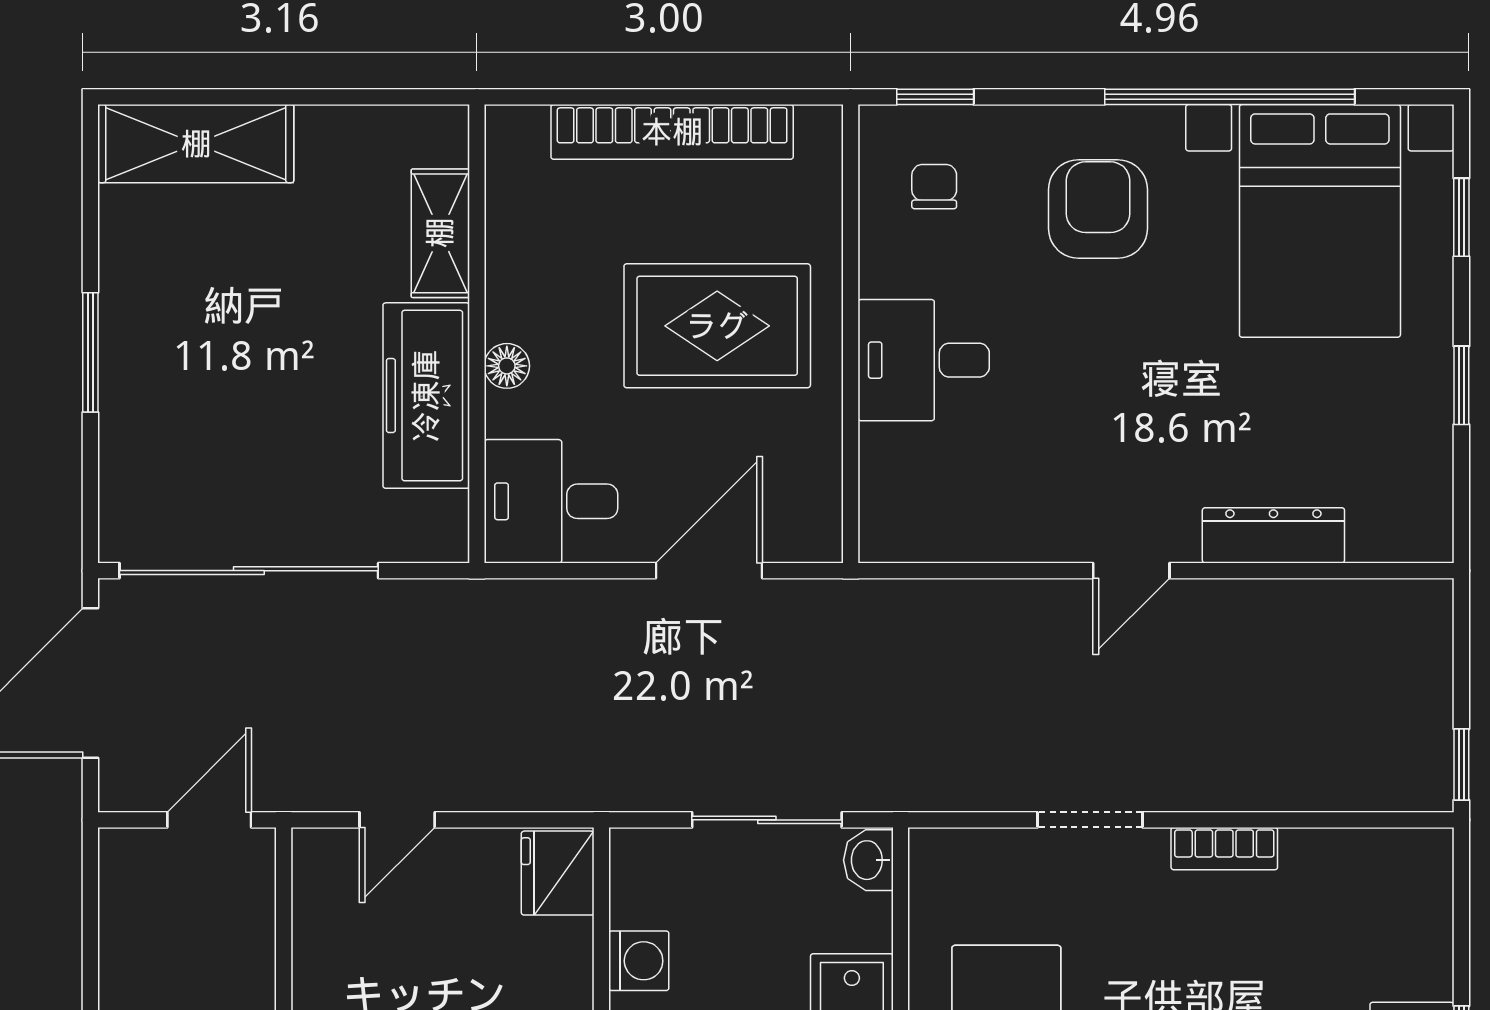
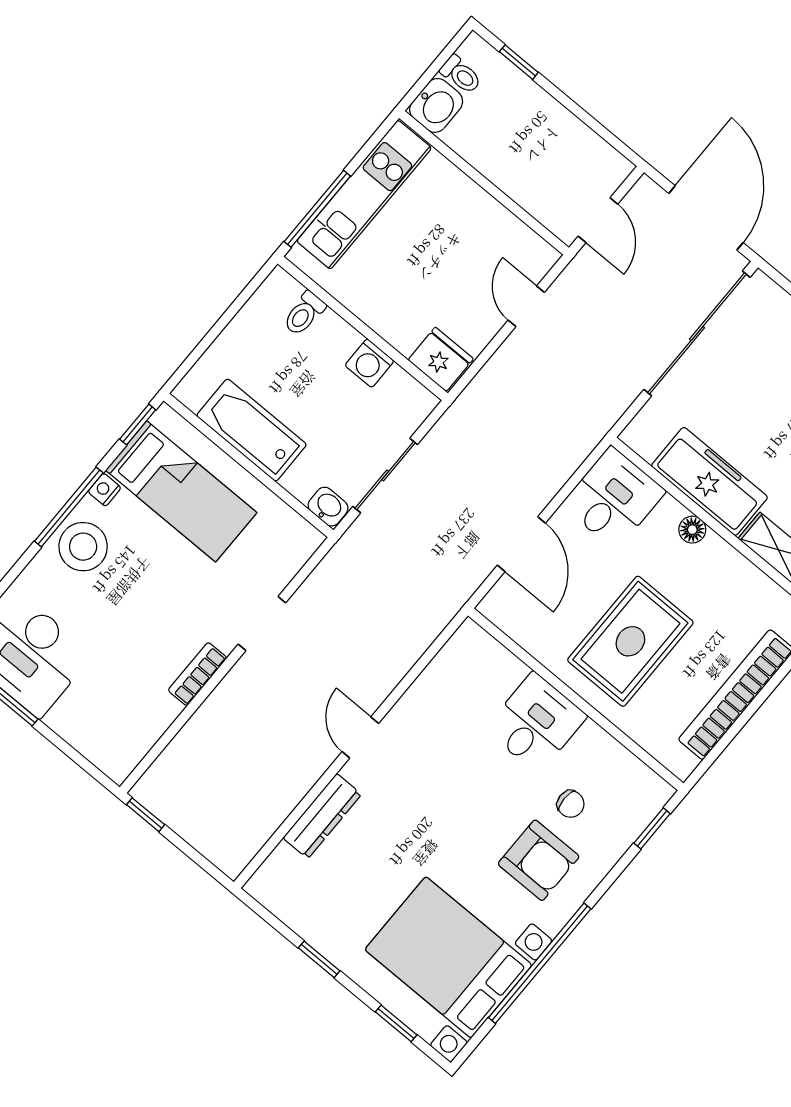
chair: (934, 187) -> (571, 804), moved

